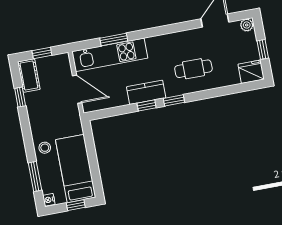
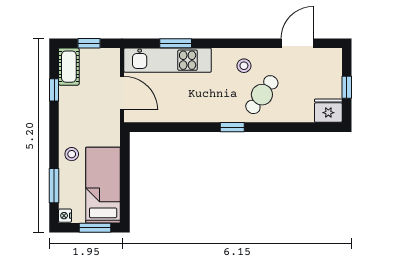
plant: (247, 25) -> (333, 55), removed
stool: (174, 48) -> (244, 66), added
cafe table: (193, 69) -> (262, 95), turned -54
kitchen counter: (146, 92) -> (202, 112), removed
window: (147, 105) -> (199, 127), removed
window: (76, 205) -> (95, 228), width x1.50

